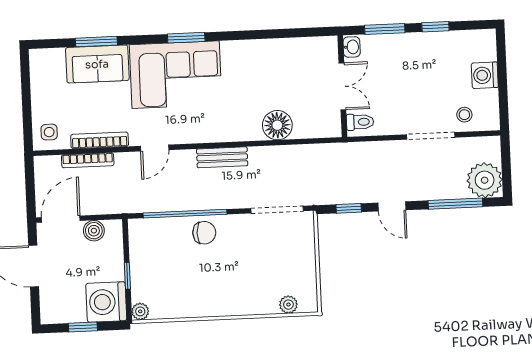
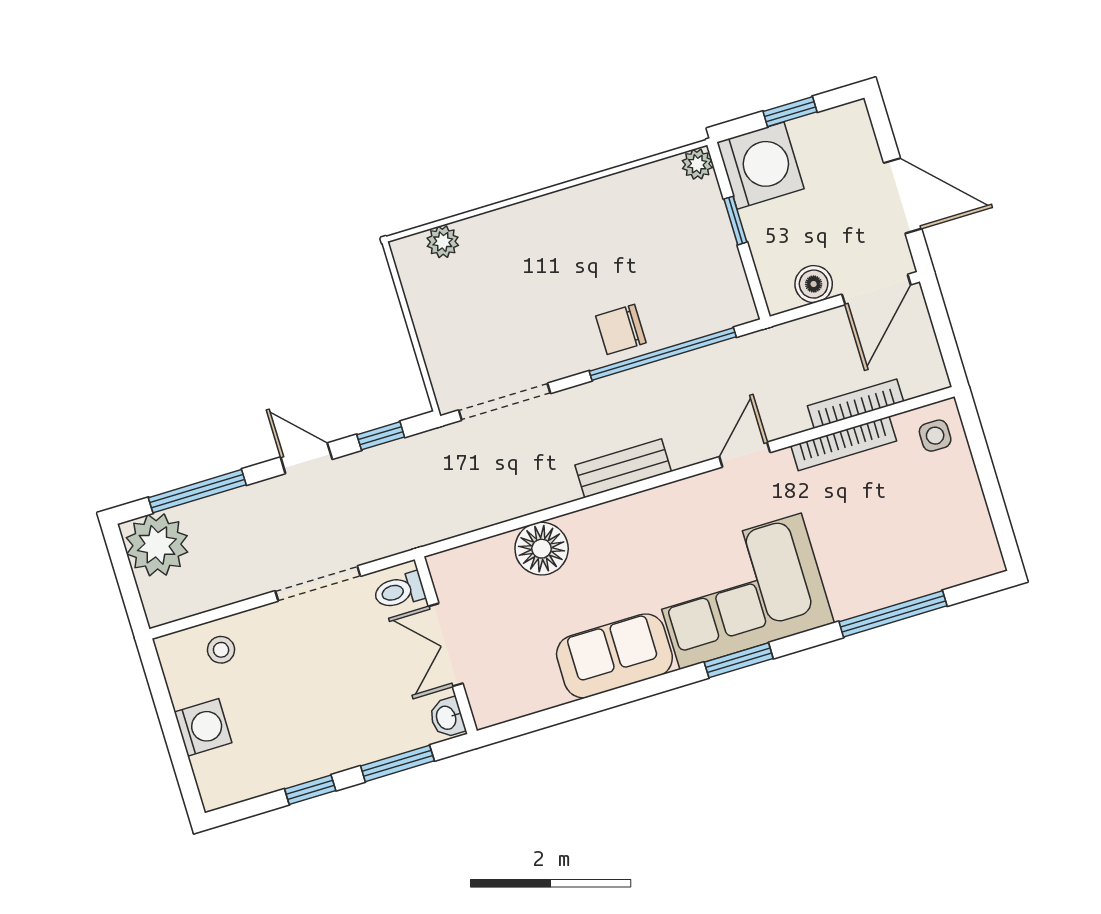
window: (96, 42) -> (893, 614), width x1.44
sofa: (97, 64) -> (614, 656), moved
doorway: (431, 136) -> (318, 583), moved

